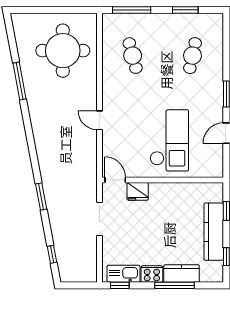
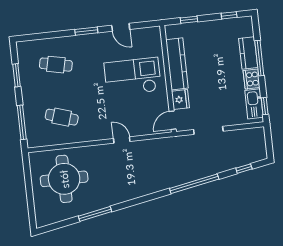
cafe table: (133, 56) -> (62, 117), turned 33
door: (99, 120) -> (122, 140), swing flipped
window: (41, 196) -> (194, 184), width x2.11
kitchen counter: (214, 232) -> (177, 64), moved, turned -90

